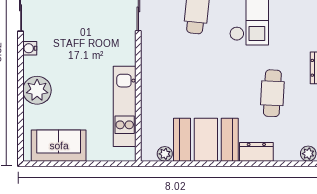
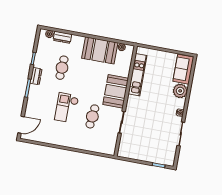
booth: (161, 67) -> (116, 91), added
sofa: (59, 146) -> (183, 69), moved, turned 90
dresser: (256, 152) -> (62, 37), moved

